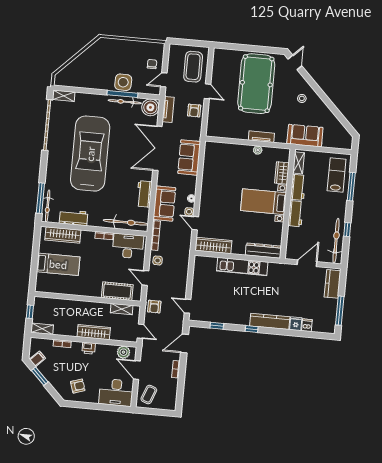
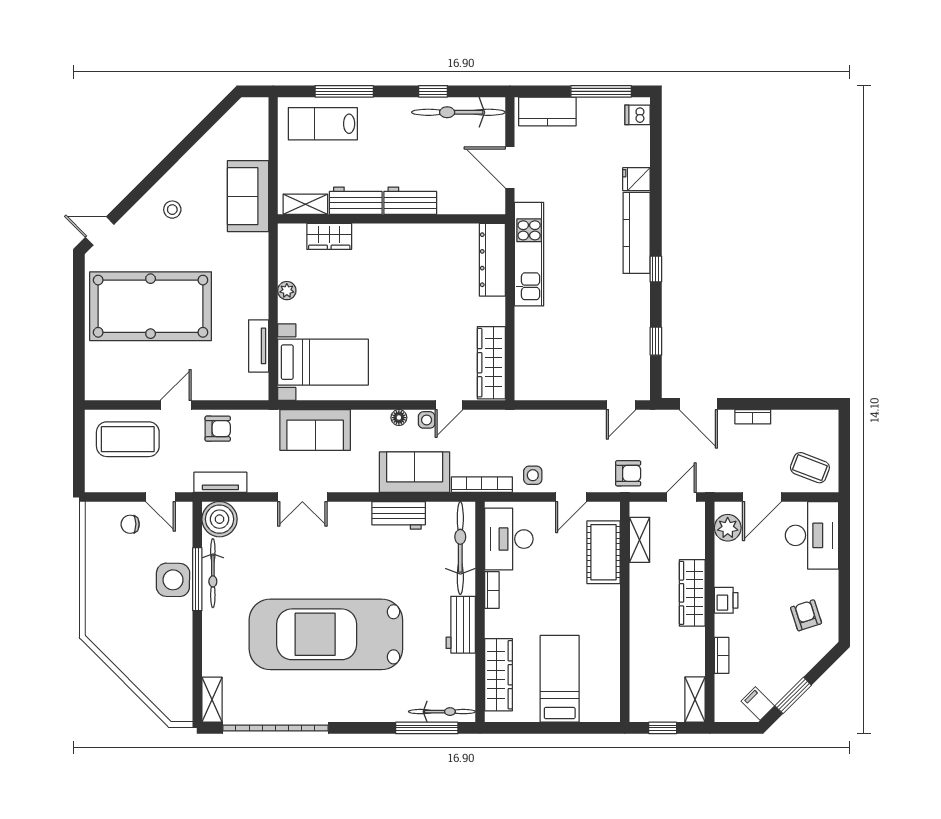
tv unit: (261, 137) -> (259, 346), moved
double door: (157, 148) -> (302, 497), width x0.54
bed with nightstands: (263, 202) -> (323, 362), moved, turned -90
workbench: (74, 218) -> (461, 625), moved
kitchen unit: (242, 267) -> (529, 254), moved
dishwasher: (307, 325) -> (637, 115), moved

